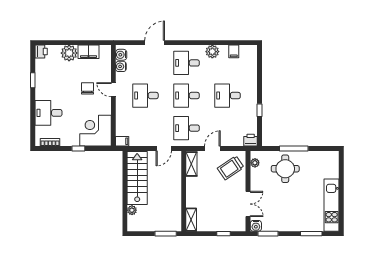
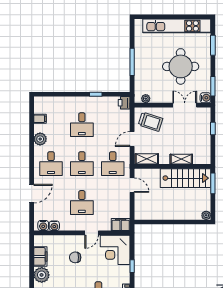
door: (155, 43) -> (32, 194), swing flipped
door: (113, 90) -> (92, 233), moved
filing cabinet: (122, 141) -> (121, 225), width x2.00
door: (212, 148) -> (132, 139), hinge flipped
trolley: (231, 168) -> (150, 122), turned -38
round table: (285, 169) -> (181, 66), moved, width x1.36, depth x1.36
stairs: (137, 178) -> (186, 178), moved, turned 180
kitchen unit: (332, 205) -> (177, 26), width x1.36
plant: (132, 210) -> (206, 215), moved
shelving: (191, 220) -> (181, 159), moved

